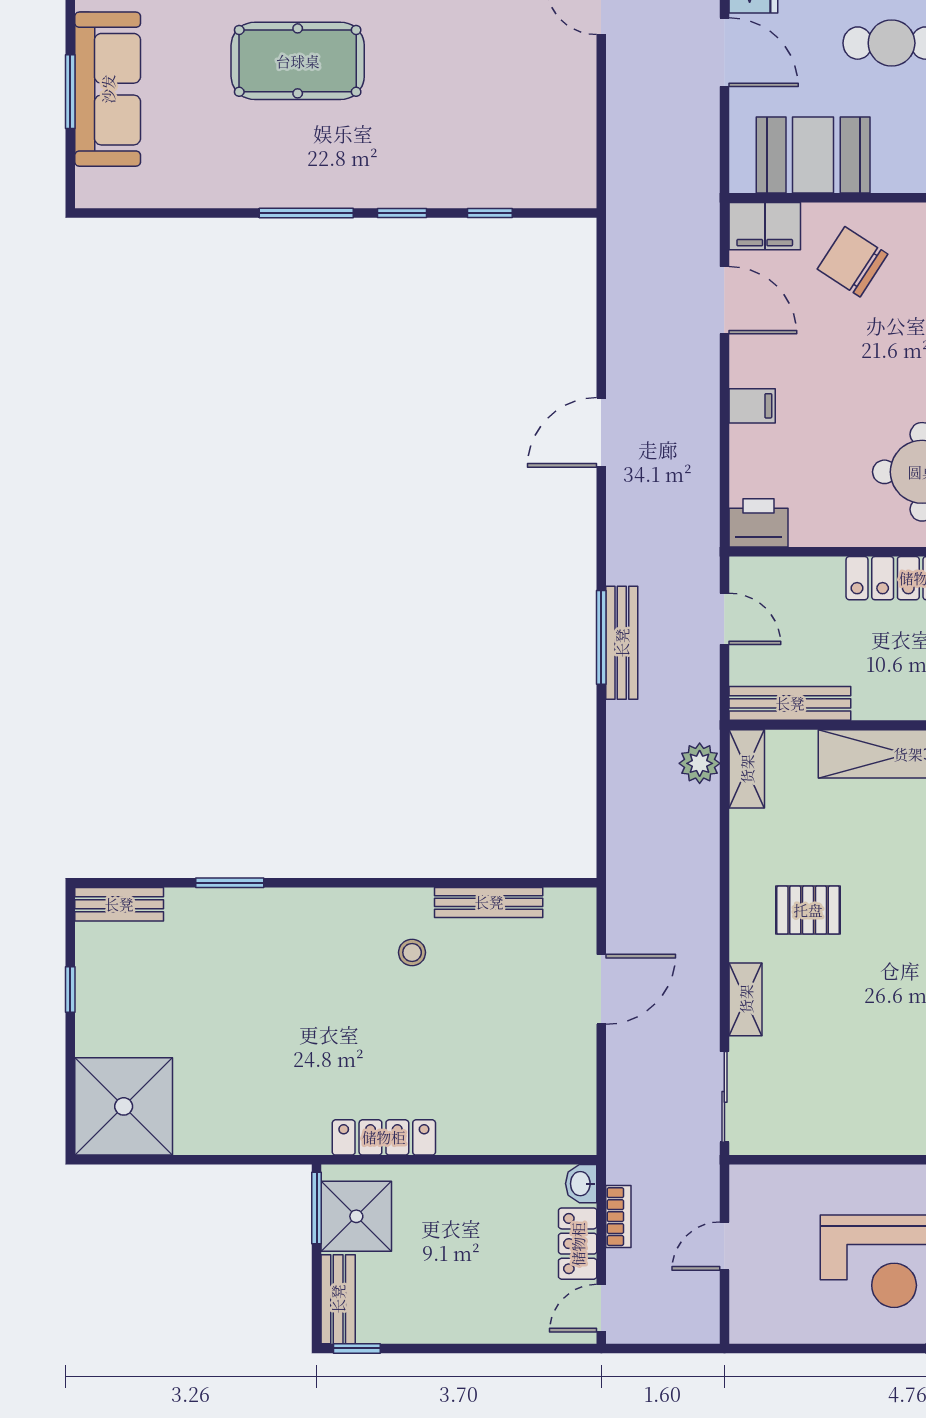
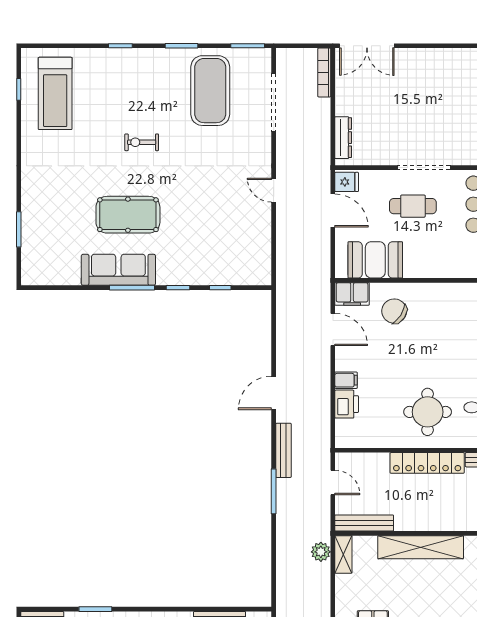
sofa: (108, 89) -> (118, 270), moved, turned -90
printer: (759, 523) -> (347, 404), moved, turned 90
bench: (622, 643) -> (283, 450), moved

